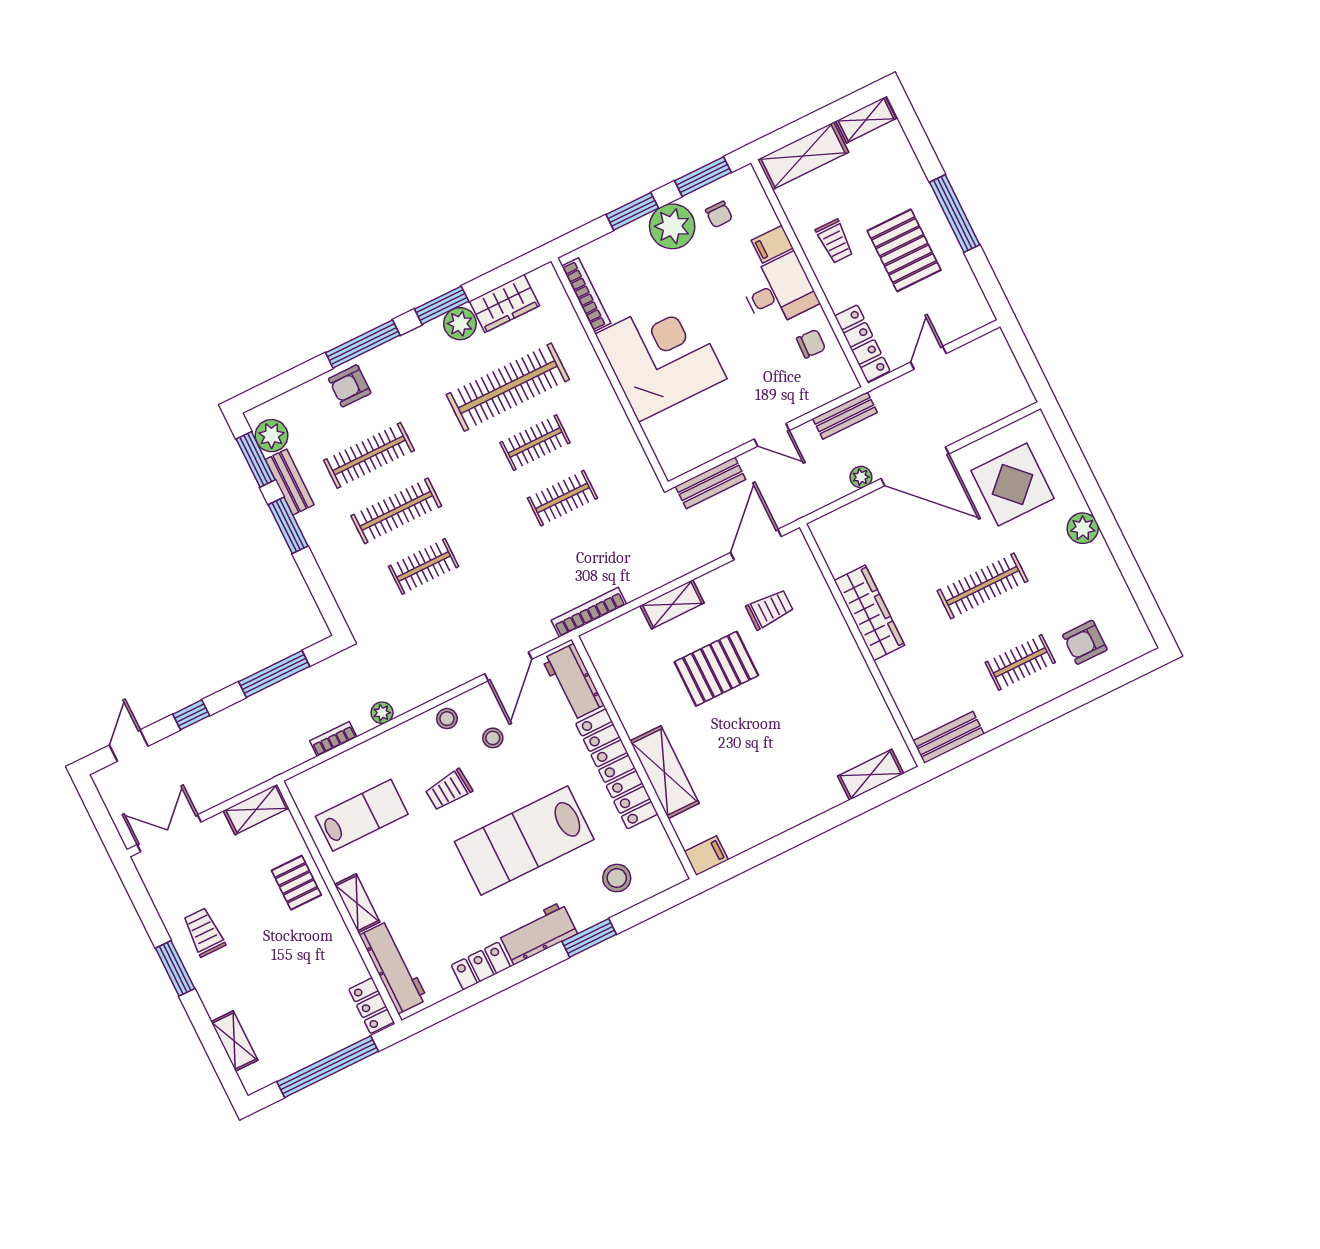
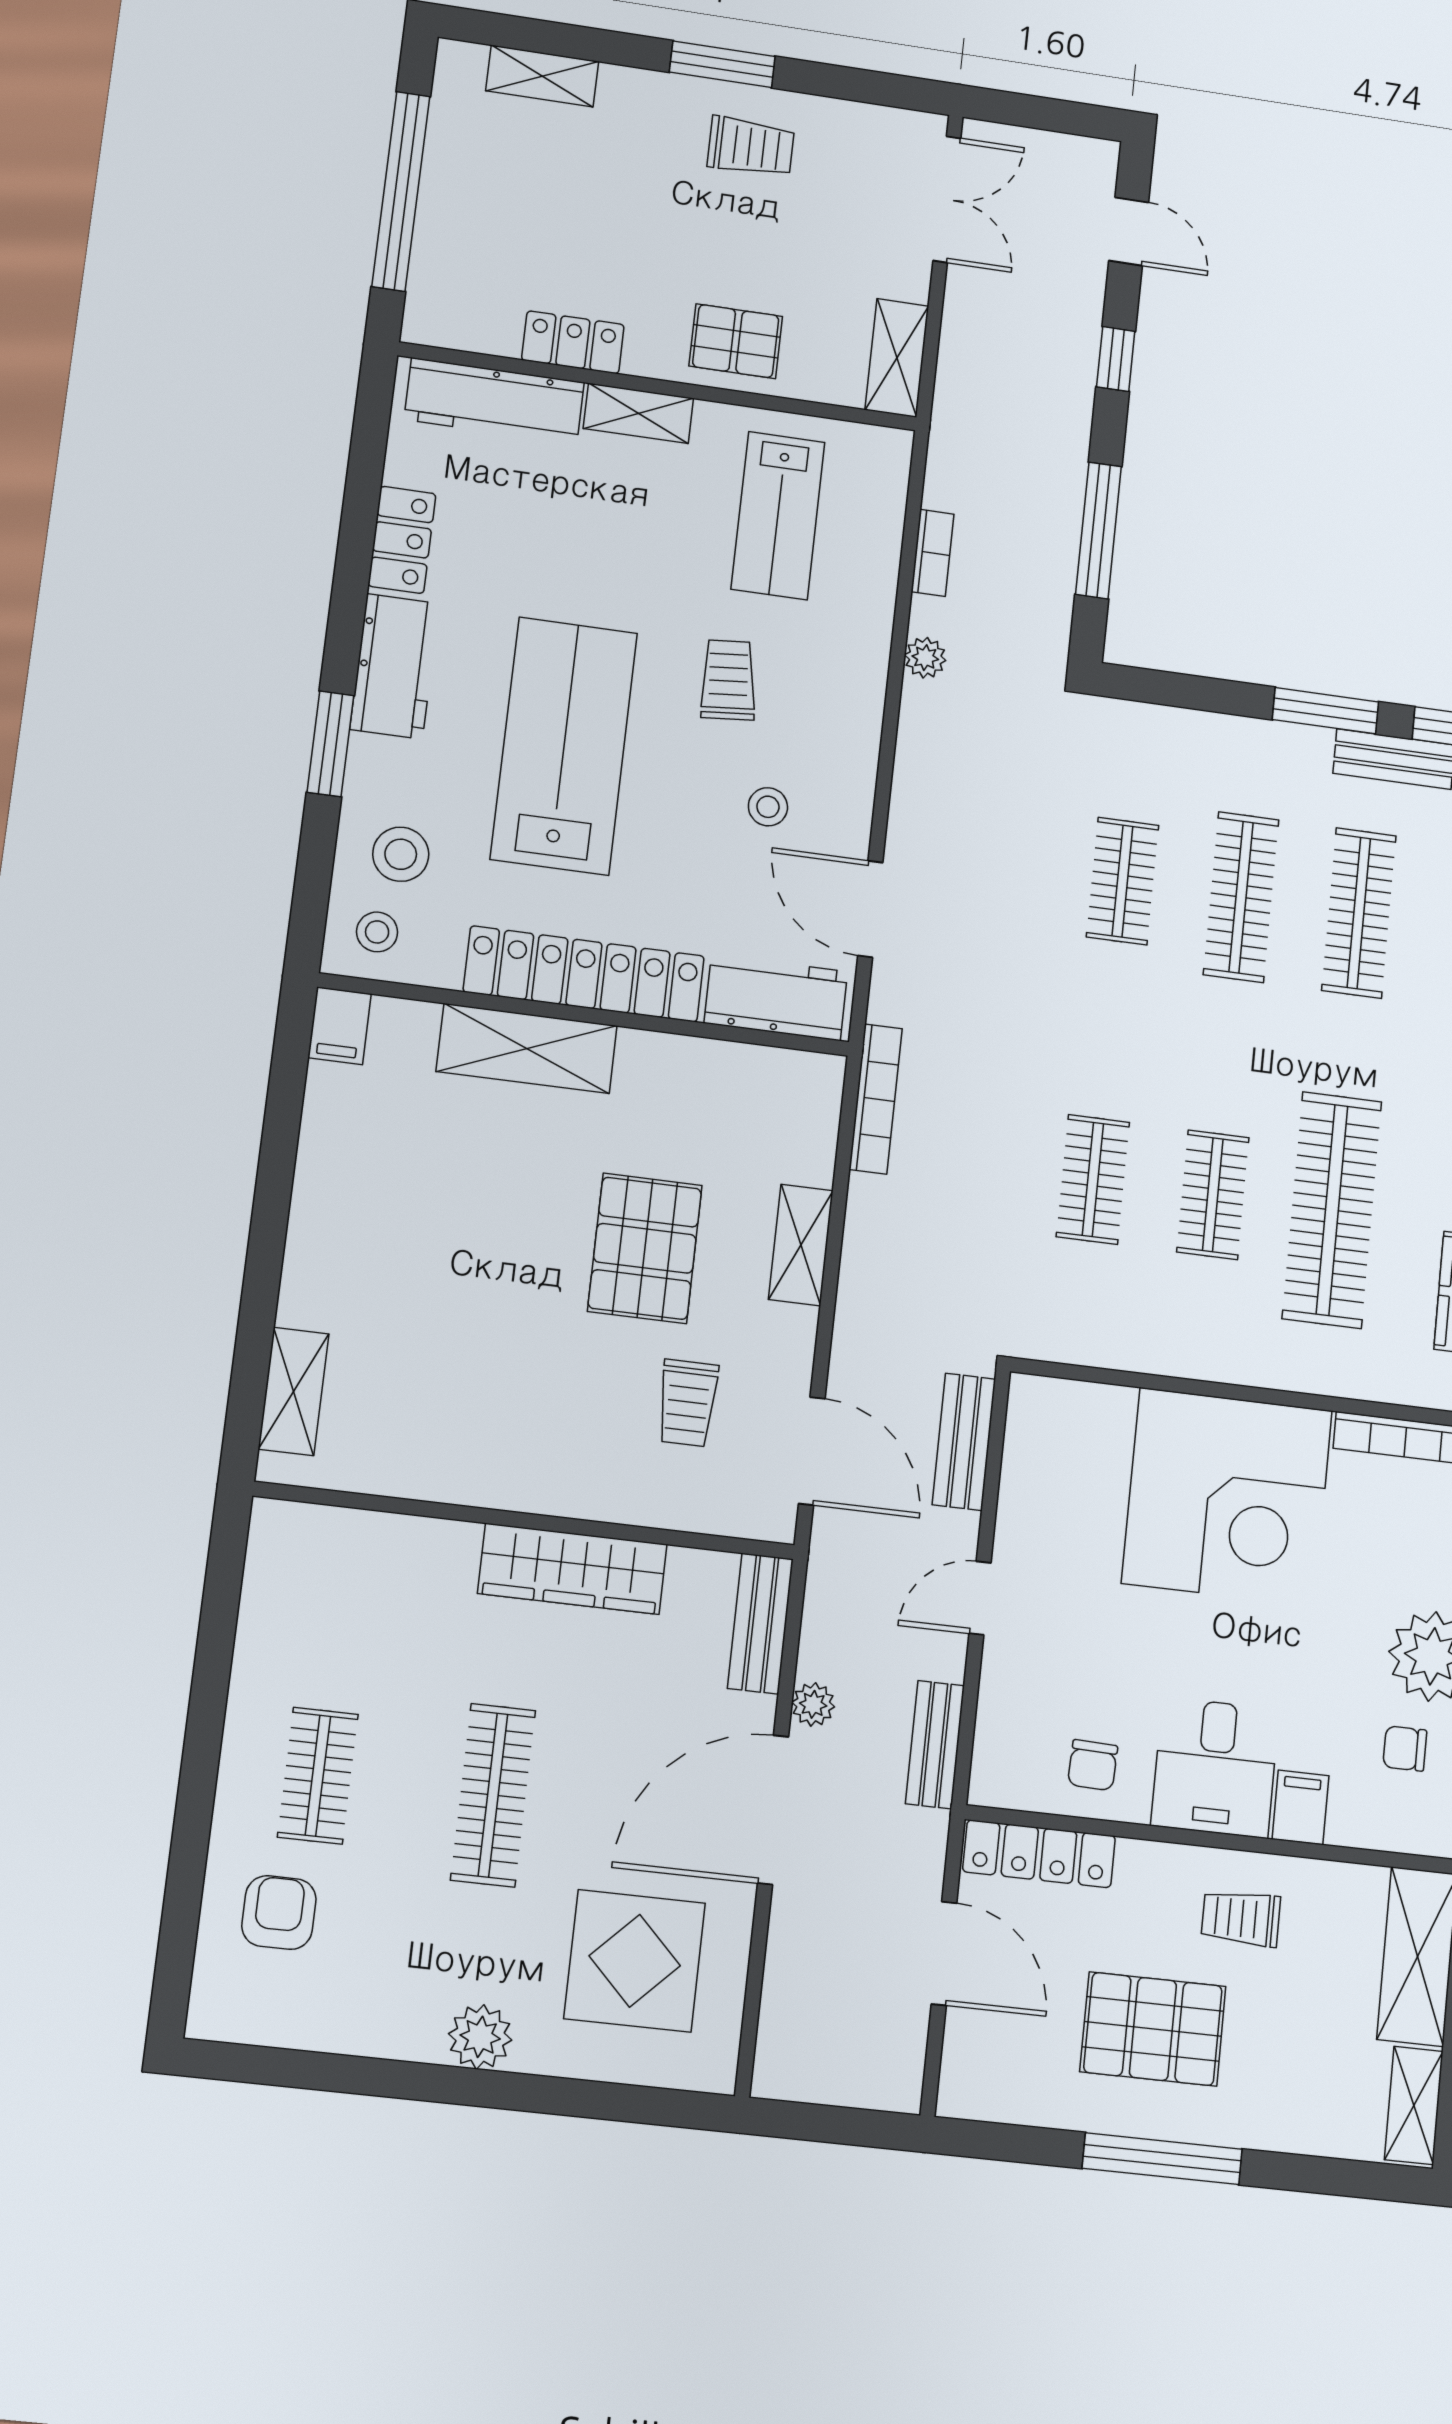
door: (928, 358) -> (944, 1953), width x1.38
stool: (447, 719) -> (377, 932), moved
bench: (948, 737) -> (760, 1624), moved
locker: (371, 1006) -> (573, 342), moved

